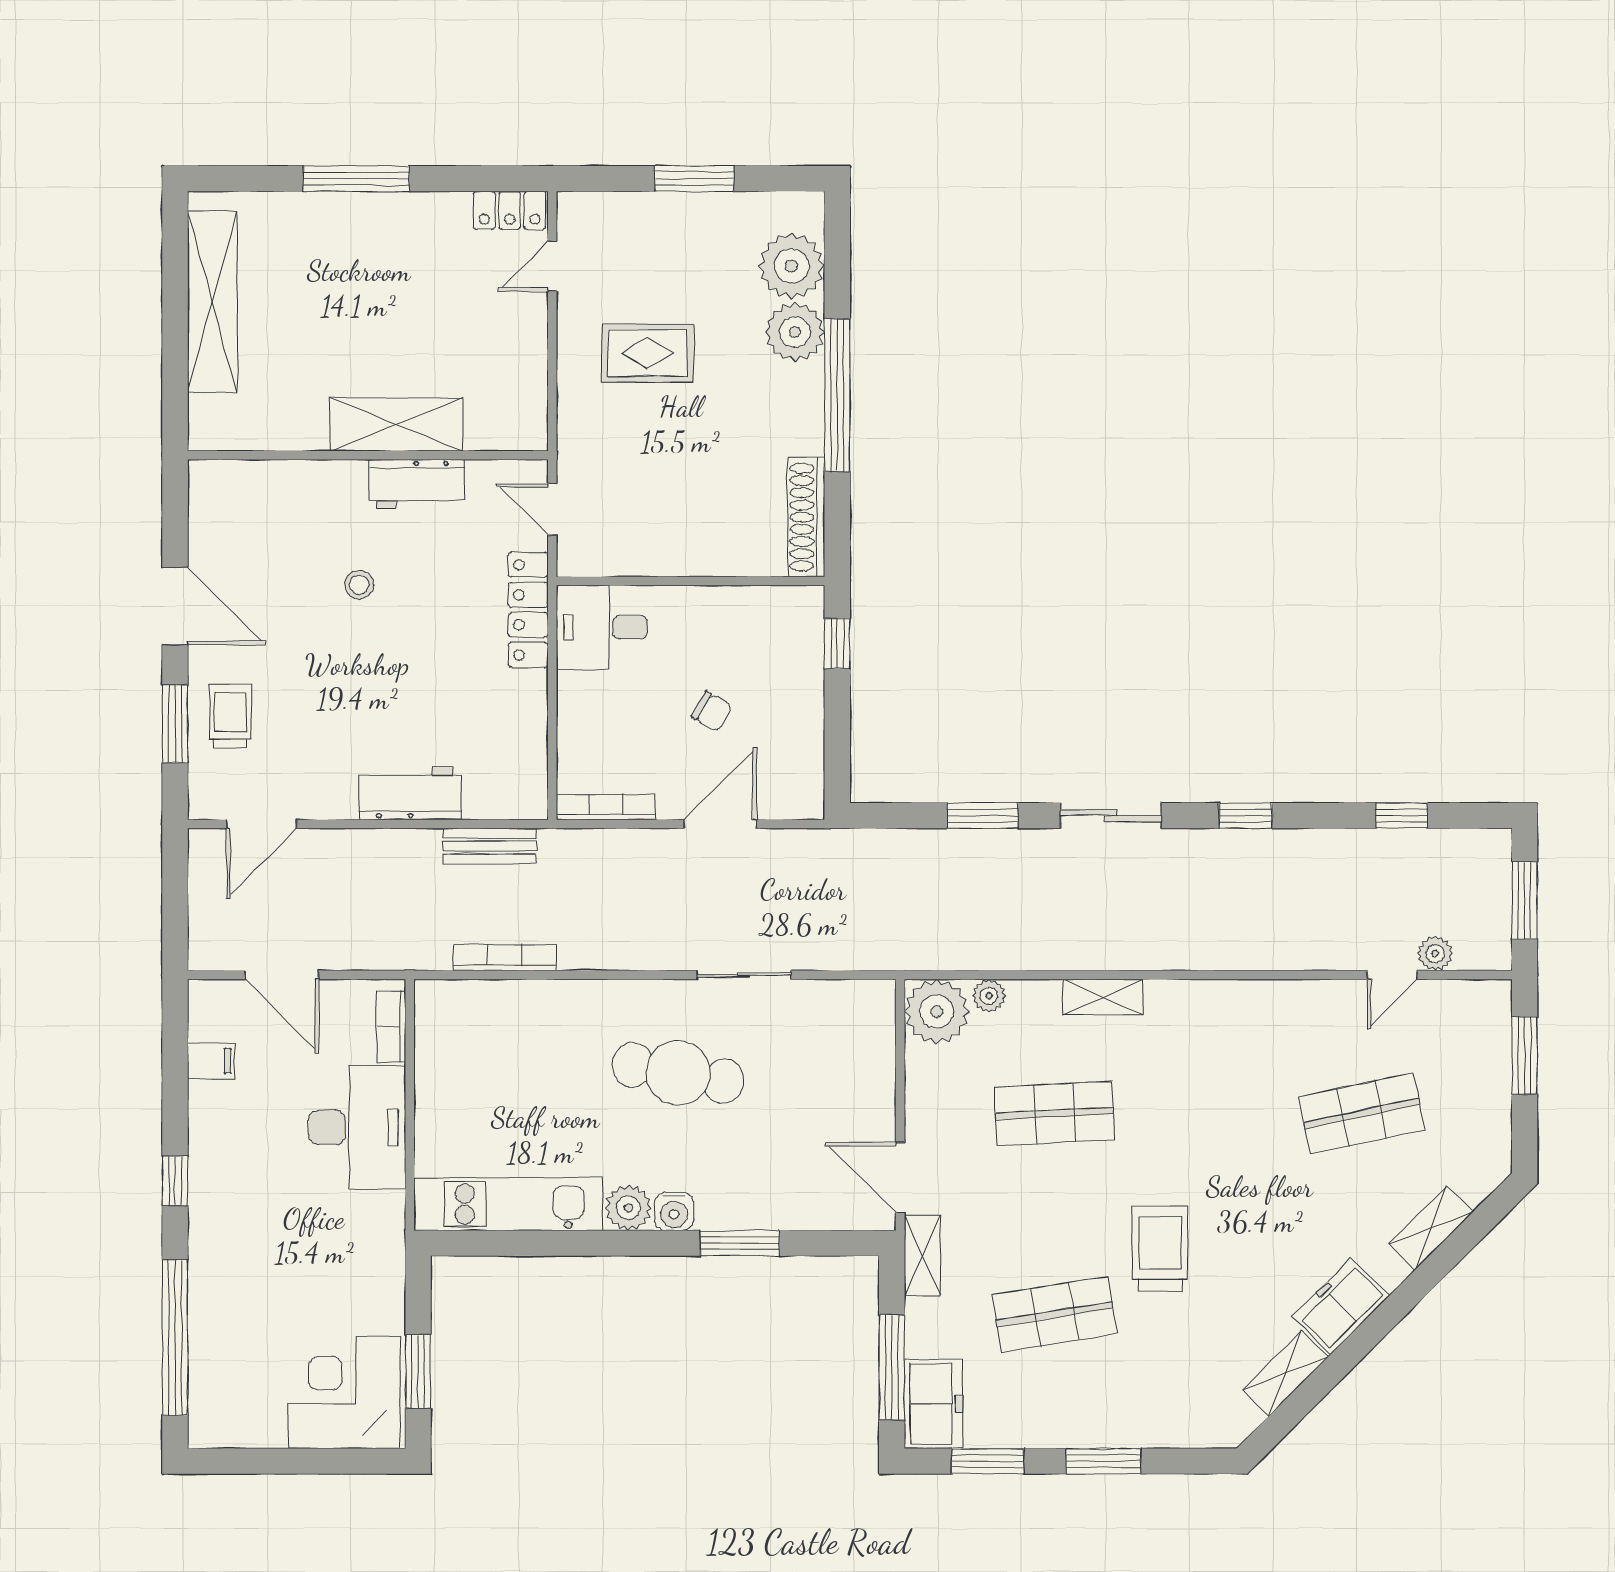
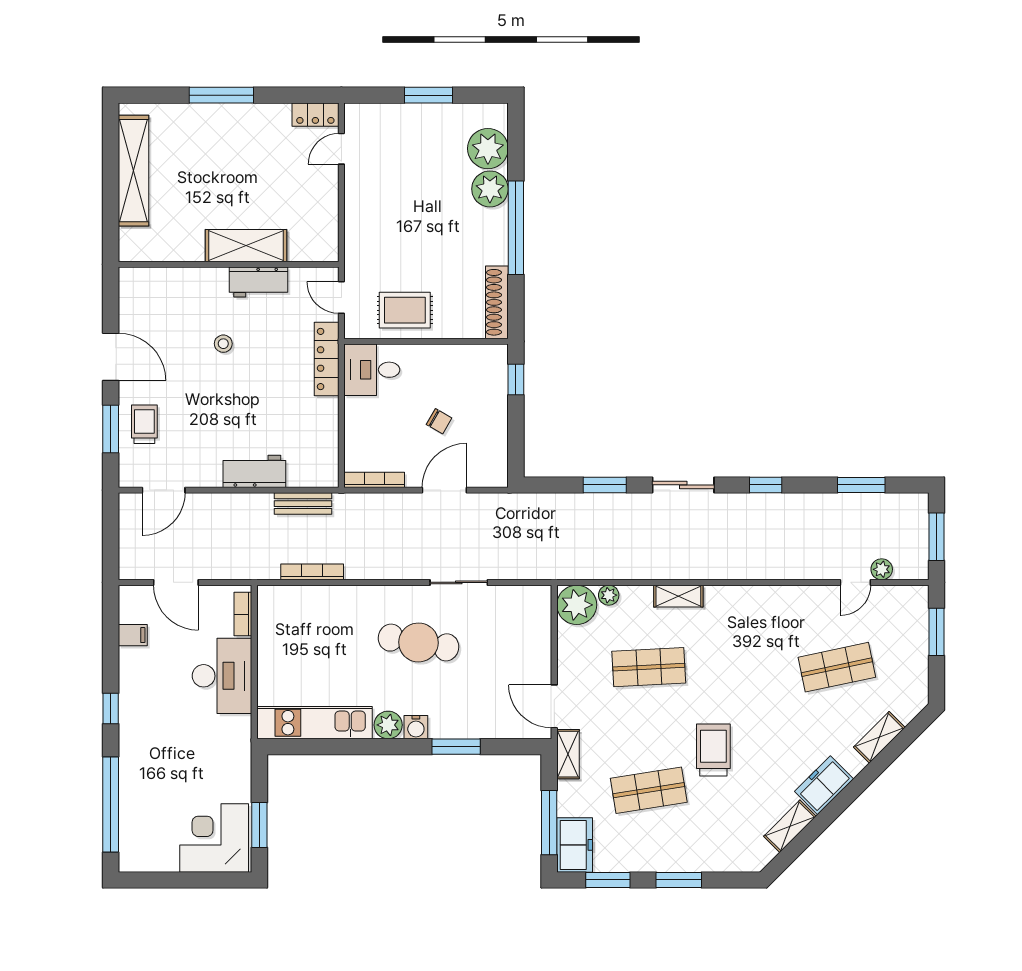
rug: (648, 353) -> (405, 310), moved
window: (1402, 816) -> (861, 485), width x1.50

